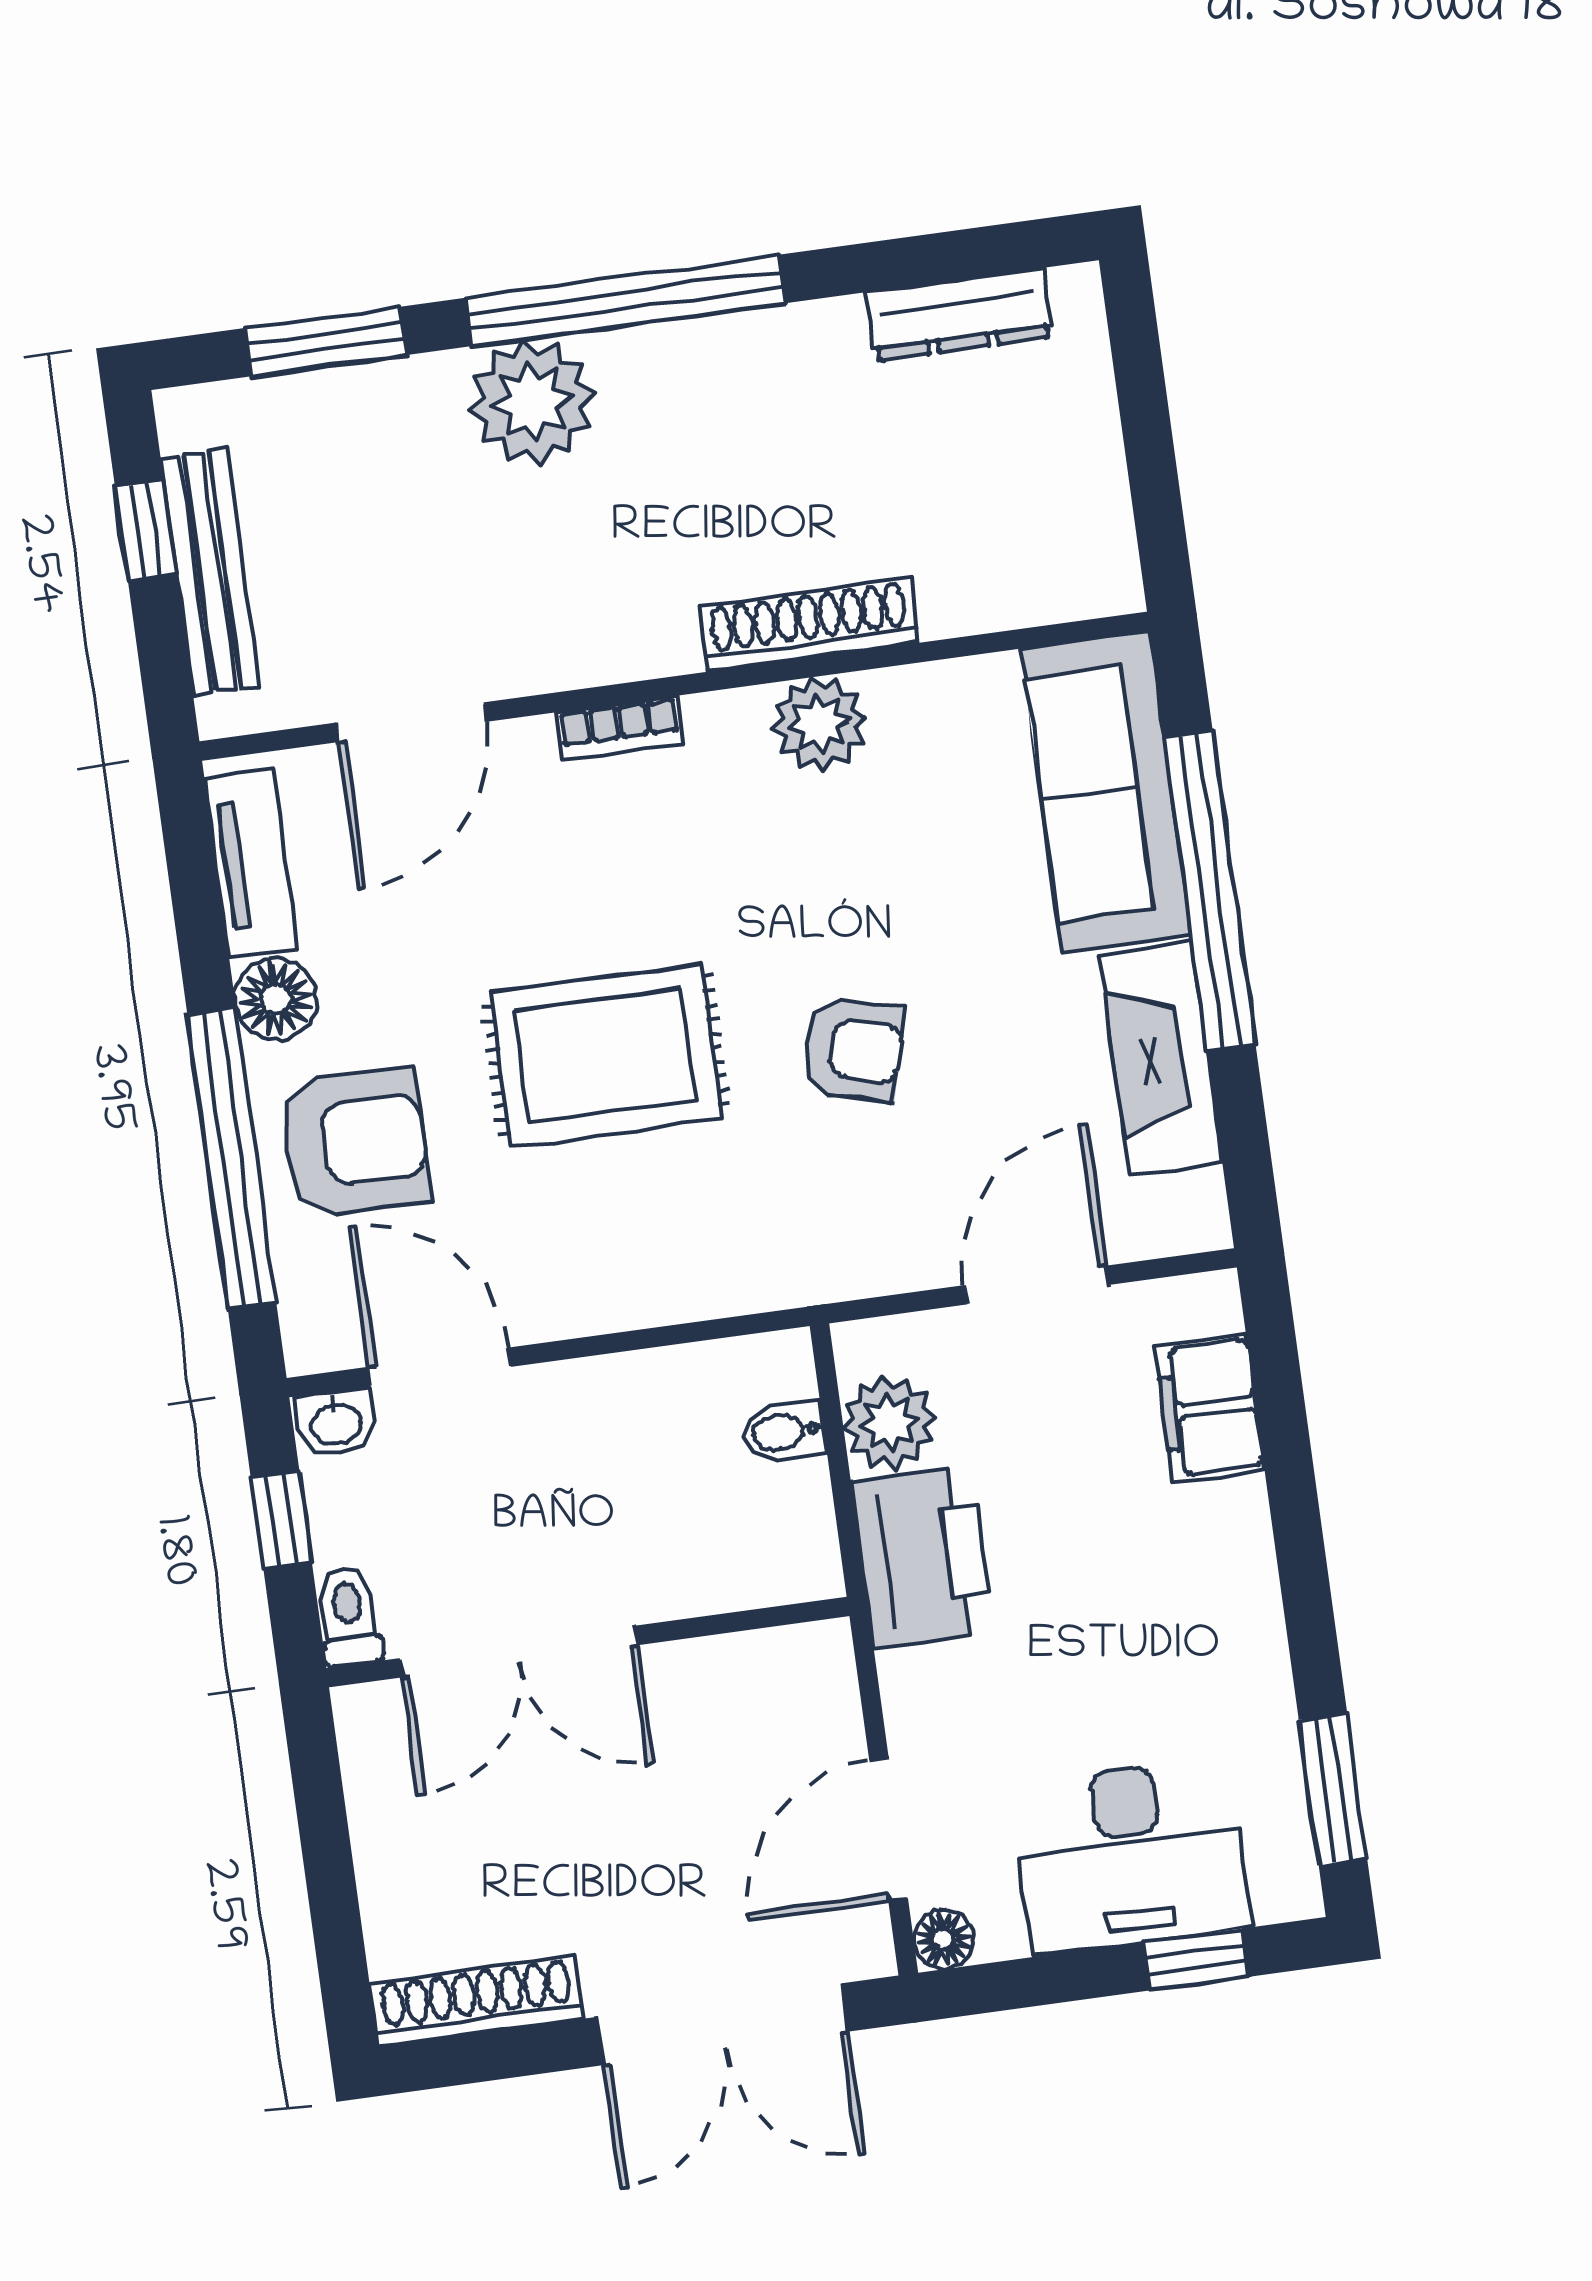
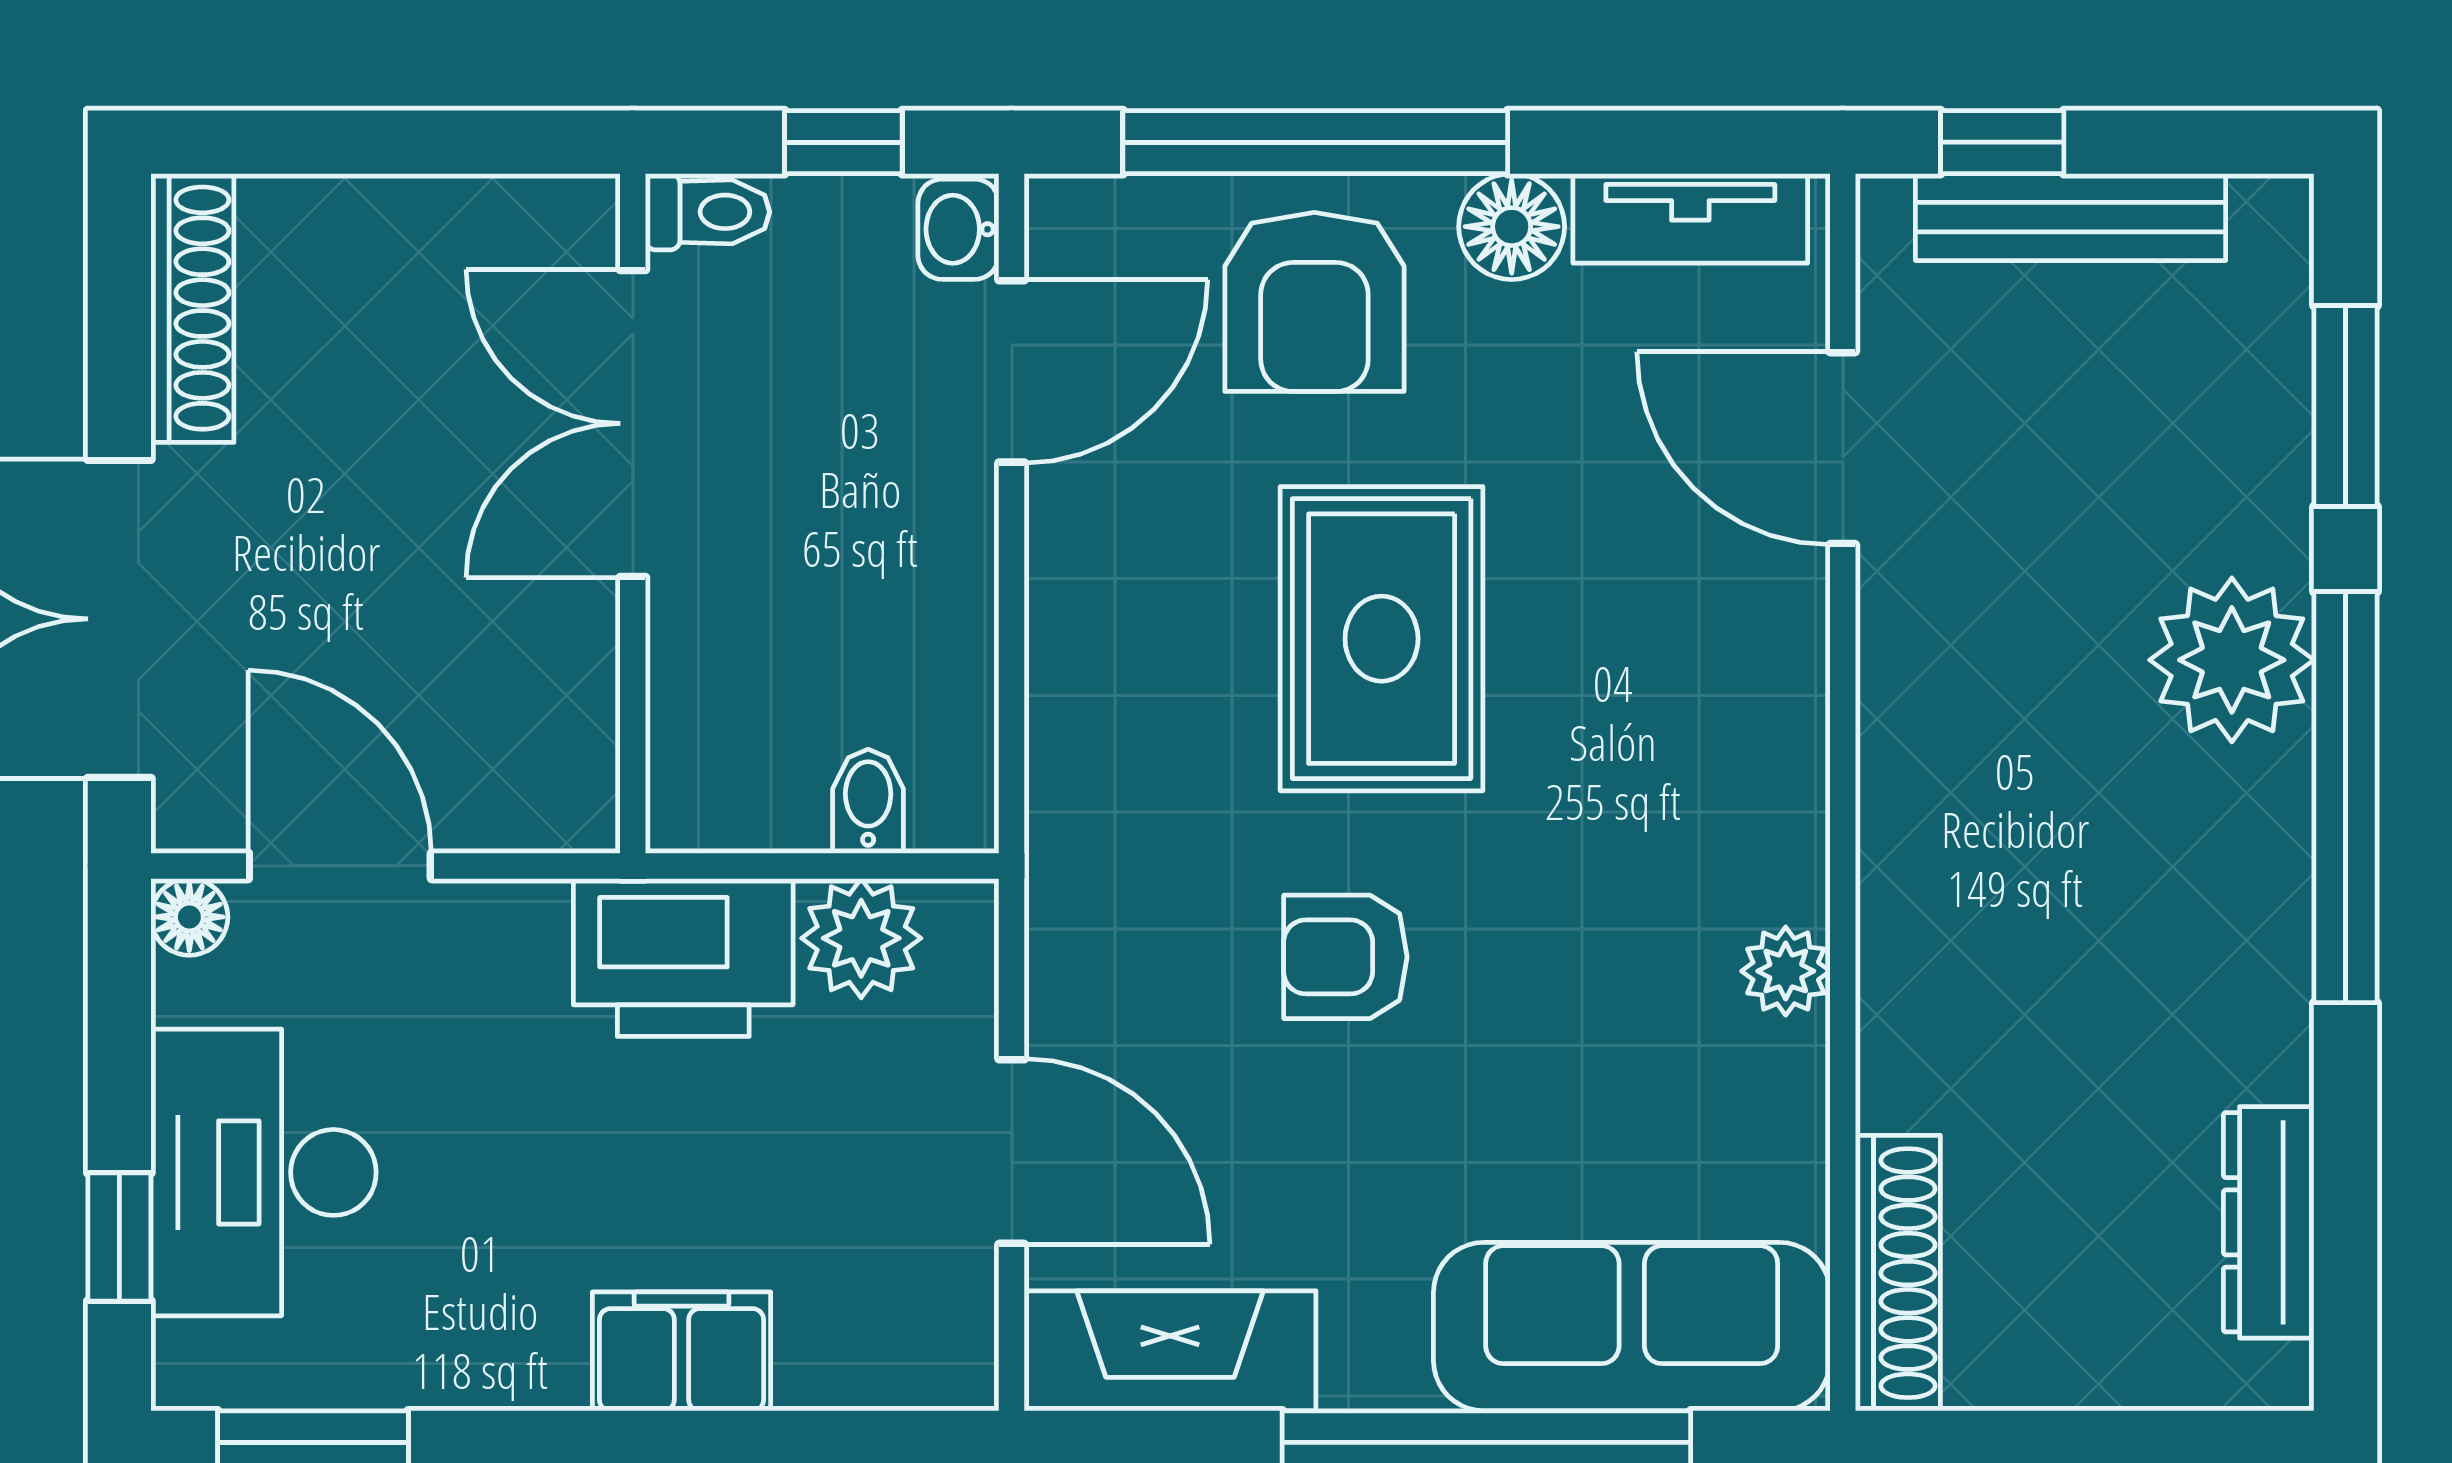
window: (146, 531) -> (2002, 142), moved
shoe rack: (809, 625) -> (1898, 1273), moved
plant: (819, 724) -> (1786, 971), width x0.73, depth x0.73
bookcase: (620, 728) -> (1798, 715), removed
armchair: (853, 1050) -> (1345, 957), turned 75
fireplace: (1161, 1059) -> (1170, 1351), moved
filing cabinet: (1210, 1408) -> (681, 1351), moved

